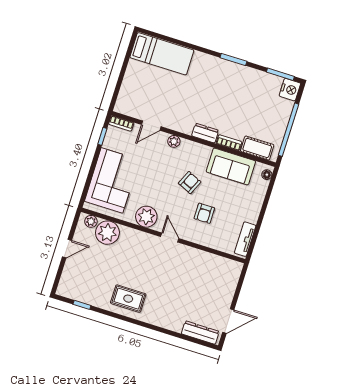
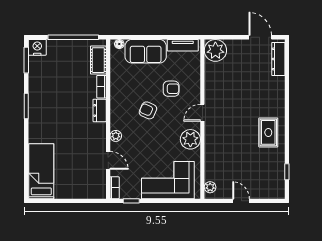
sofa: (231, 166) -> (146, 51), moved, turned 90
plant: (107, 233) -> (215, 50), moved

